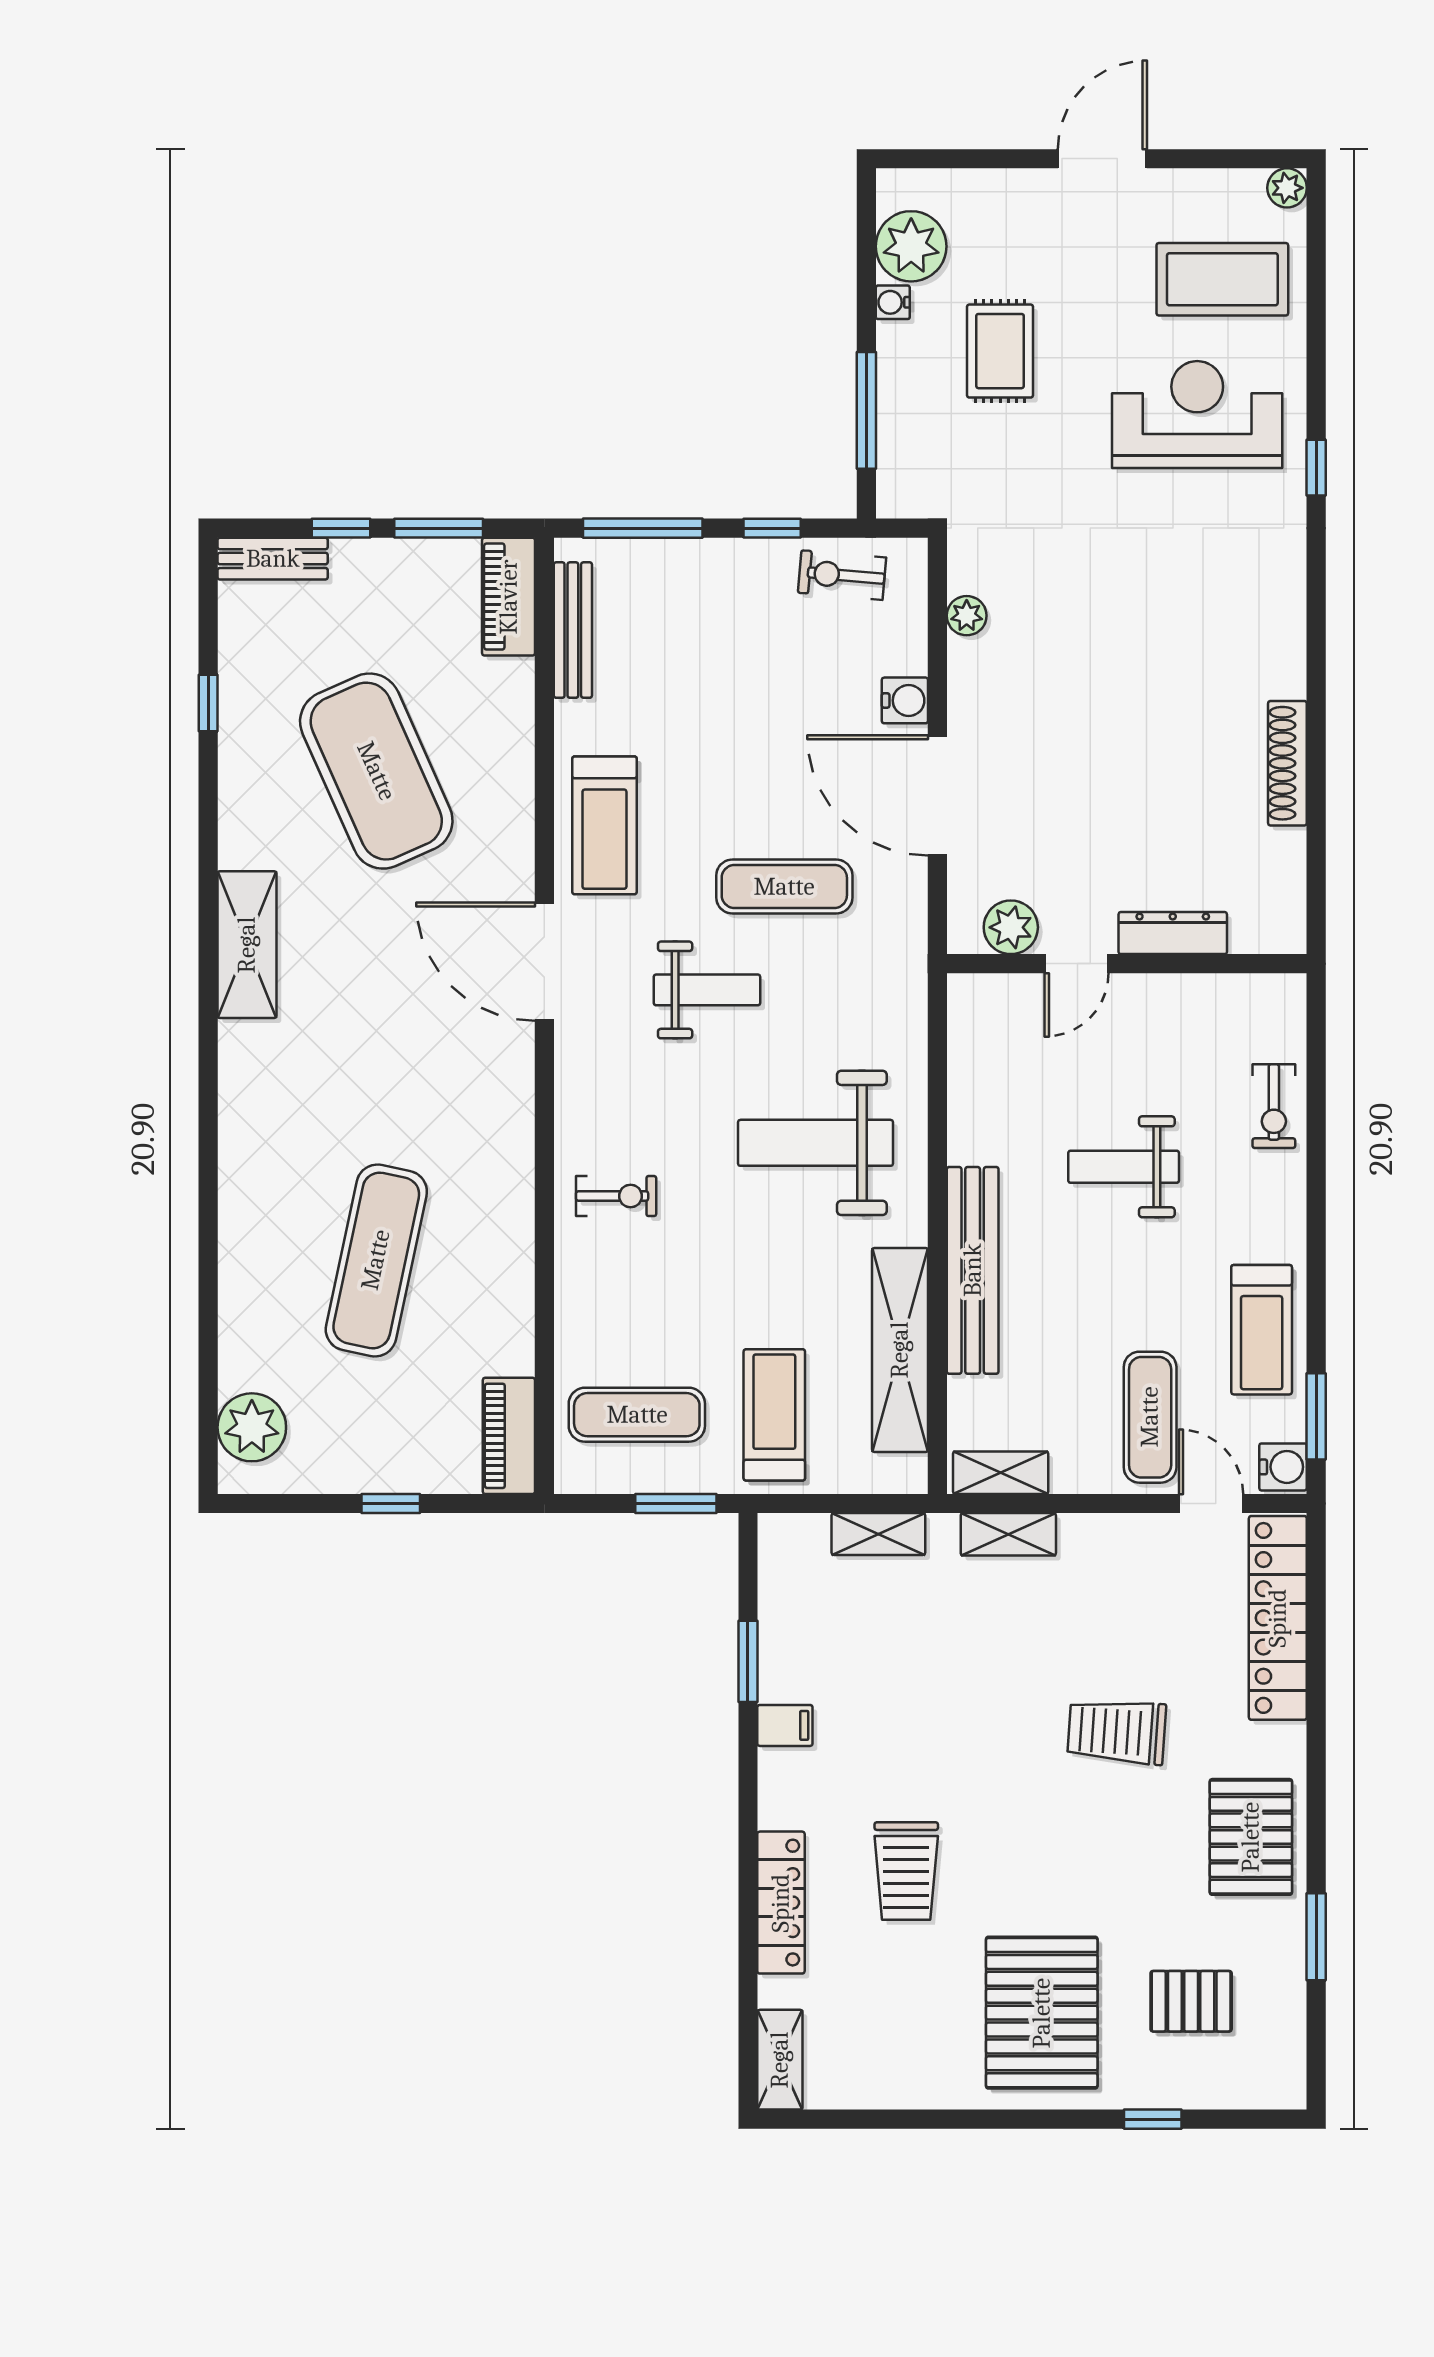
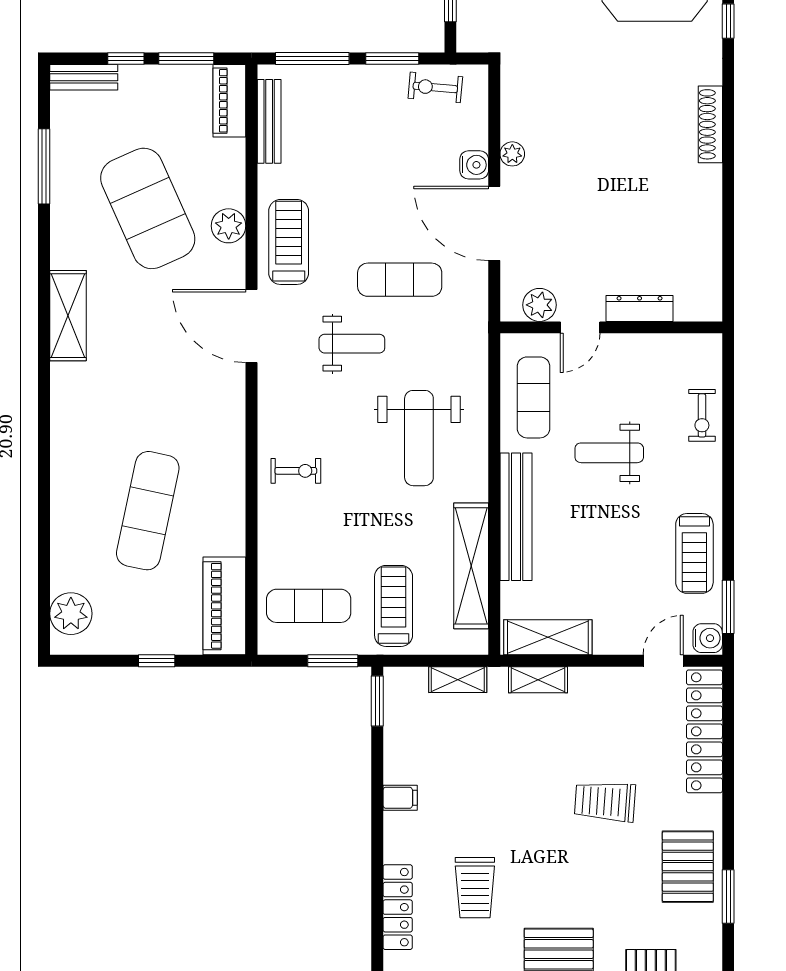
window: (772, 528) -> (392, 58), width x1.50
plant: (967, 616) -> (512, 154), moved
window: (208, 703) -> (44, 166), width x2.17
shoe rack: (1287, 763) -> (710, 124), moved
plant: (507, 799) -> (229, 226), added
treadmill: (604, 825) -> (289, 242), turned 180
weight bench: (815, 1143) -> (419, 438), turned -90
exercise mat: (1150, 1417) -> (533, 397), moved
piano: (509, 1436) -> (224, 606), width x1.37, depth x1.33
shelving: (1001, 1473) -> (548, 637), width x1.50, depth x1.33
door: (1211, 1504) -> (663, 661), hinge flipped
window: (748, 1661) -> (377, 701), moved
window: (1316, 1937) -> (728, 897), moved

